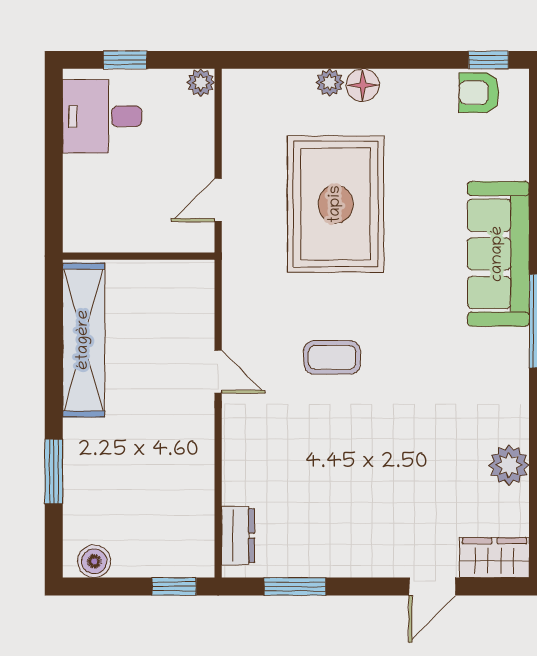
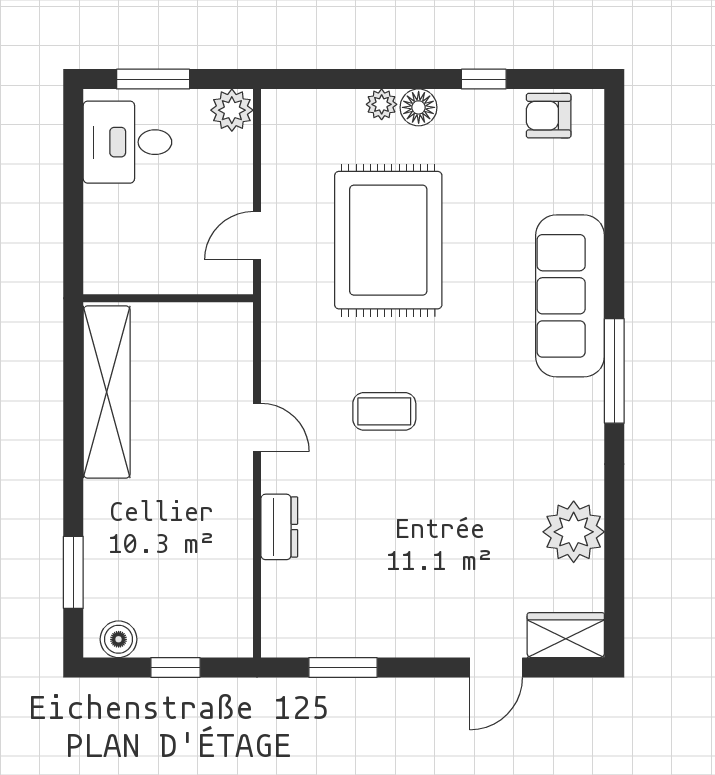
window: (125, 60) -> (153, 79), width x1.50
window: (489, 60) -> (484, 79), moved
plant: (201, 83) -> (232, 110), width x1.38, depth x1.38
plant: (509, 465) -> (574, 532), width x1.36, depth x1.36
window: (54, 471) -> (73, 572), moved
dresser: (238, 536) -> (279, 527), moved
window: (174, 587) -> (175, 667), moved

